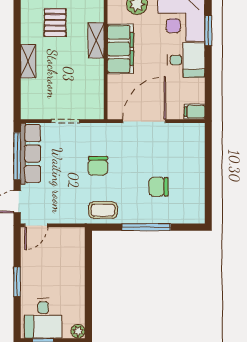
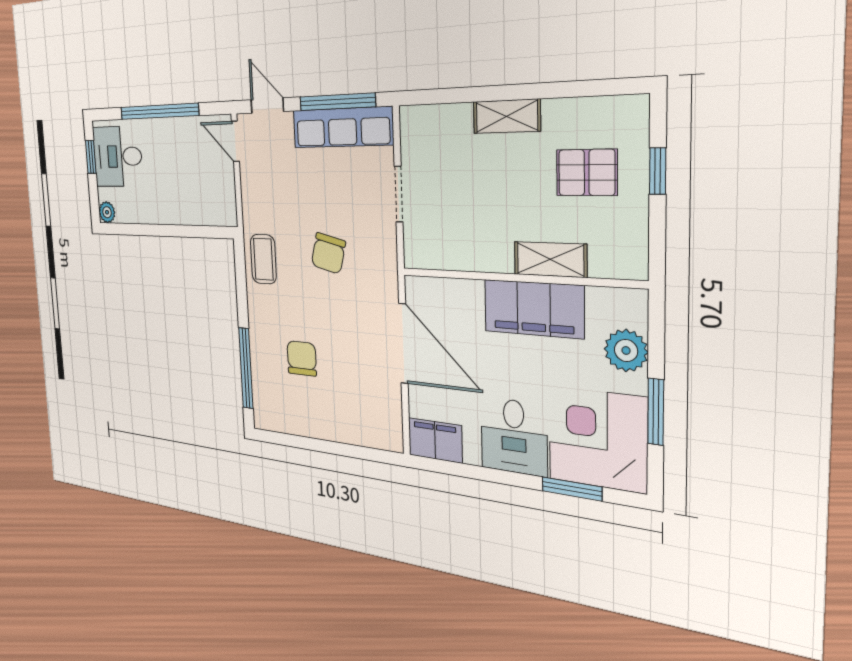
filing cabinet: (194, 112) -> (435, 440), width x2.00
chair: (98, 166) -> (328, 253), turned -76
window: (146, 227) -> (246, 368), moved
window: (17, 282) -> (159, 111), width x2.11

